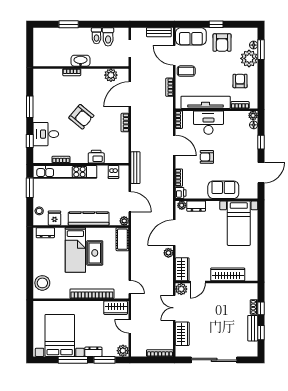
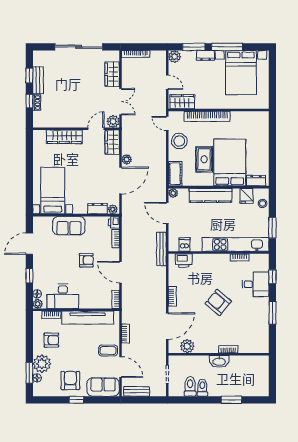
armchair: (240, 81) -> (51, 340), turned -90
desk: (208, 123) -> (63, 296), moved
printer: (96, 157) -> (184, 261), moved
bed: (75, 250) -> (230, 162), width x1.50
stool: (42, 283) -> (179, 141), moved

